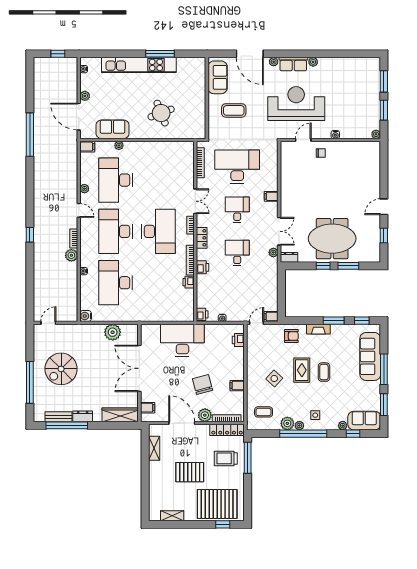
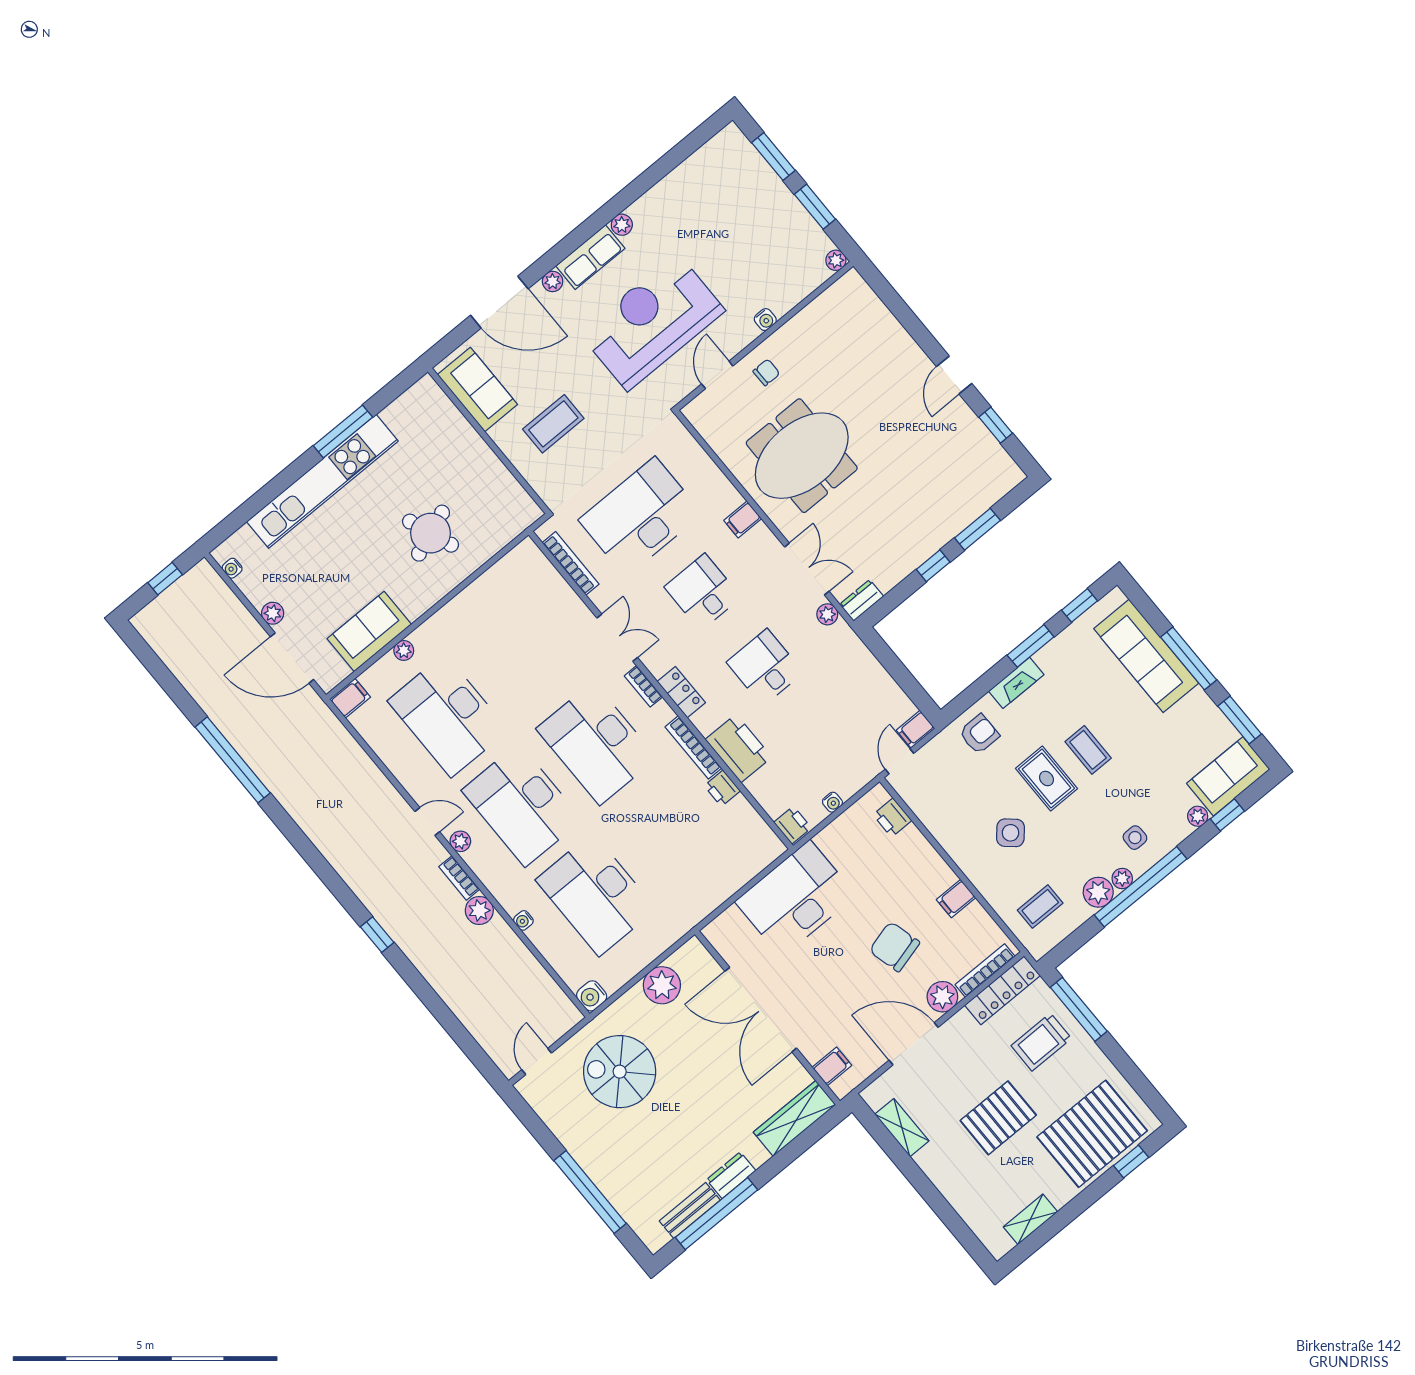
plant: (84, 189) -> (460, 841), moved
desk: (158, 231) -> (596, 743), turned 180
meeting table: (332, 239) -> (802, 456), moved
printer: (202, 267) -> (738, 748), width x1.87, depth x1.48
spiral stairs: (61, 369) -> (620, 1072), moved, turned 90

